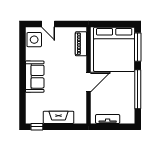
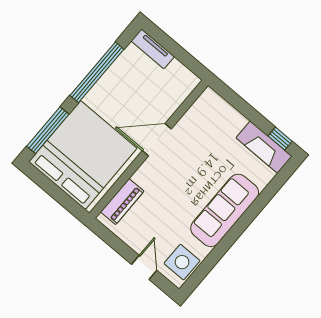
sofa: (35, 77) -> (225, 210), width x1.36
fireplace: (59, 117) -> (264, 147), moved
tv unit: (108, 119) -> (153, 49), moved

